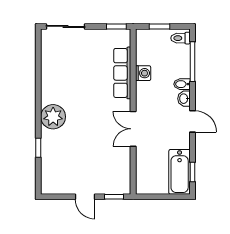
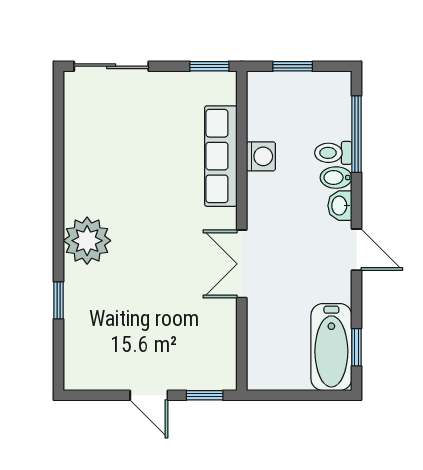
toilet: (181, 38) -> (333, 153), moved

